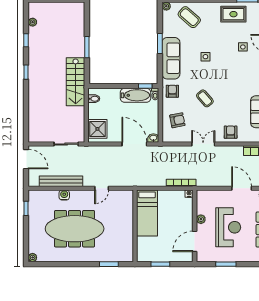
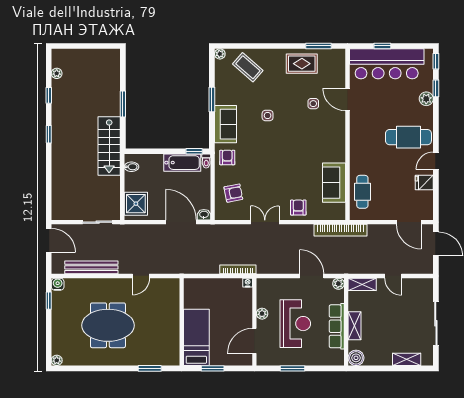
sofa: (171, 58) -> (225, 124), width x0.73
coffee table: (205, 98) -> (267, 166), removed
water cooler: (64, 195) -> (58, 284), moved
bed: (147, 213) -> (196, 337), moved, turned 180
meeting table: (75, 229) -> (108, 325), width x0.73

